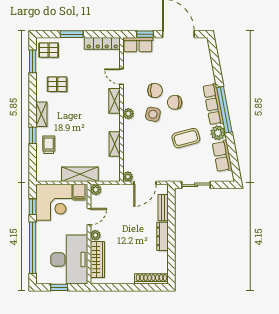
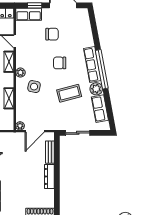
chair: (155, 90) -> (52, 34), moved
side table: (153, 114) -> (34, 87), moved

